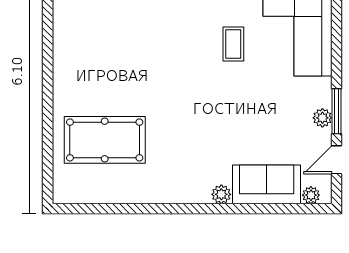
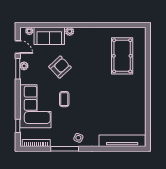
armchair: (243, 115) -> (60, 67), added
pool table: (105, 140) -> (122, 56), turned 90
door: (337, 160) -> (18, 47), hinge flipped

